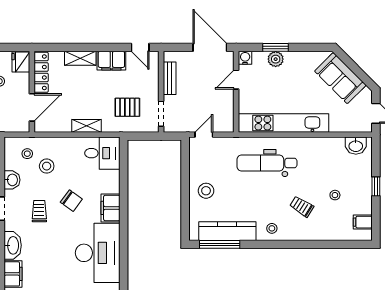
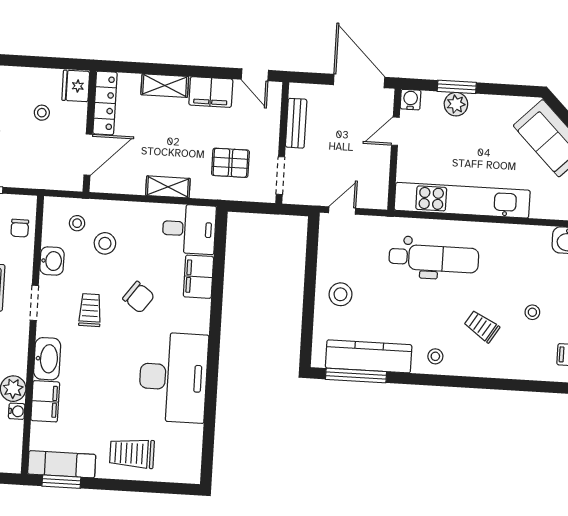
dental chair: (267, 163) -> (434, 258), turned 180
filing cabinet: (110, 208) -> (198, 277), moved

